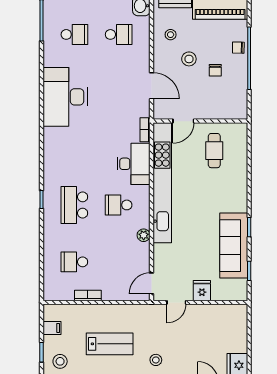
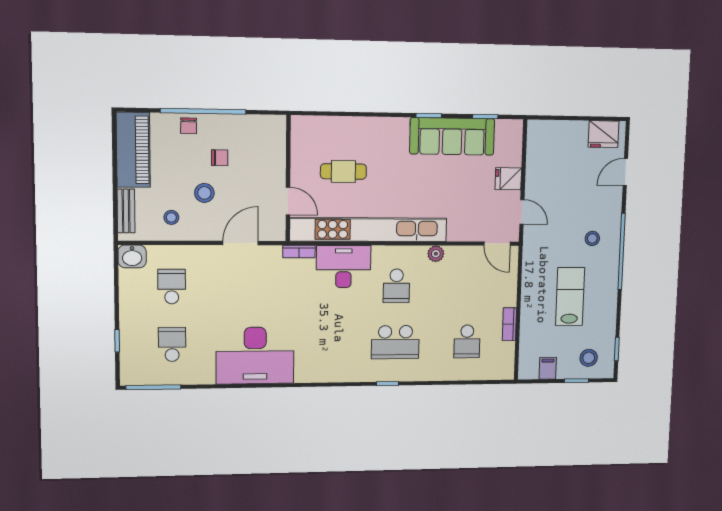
cafe table: (214, 151) -> (343, 171), moved

